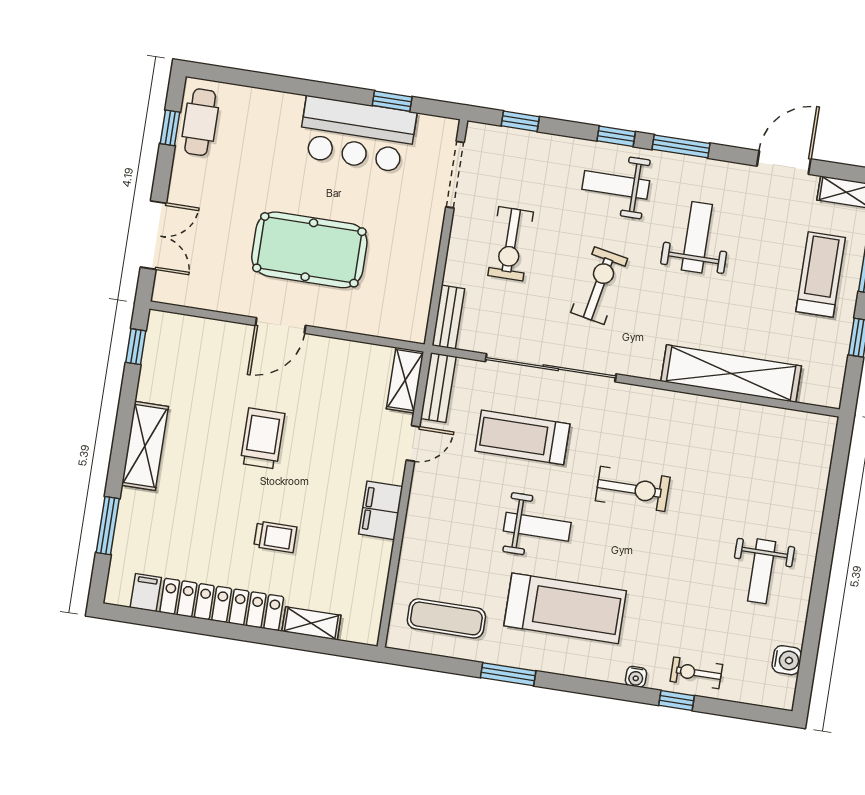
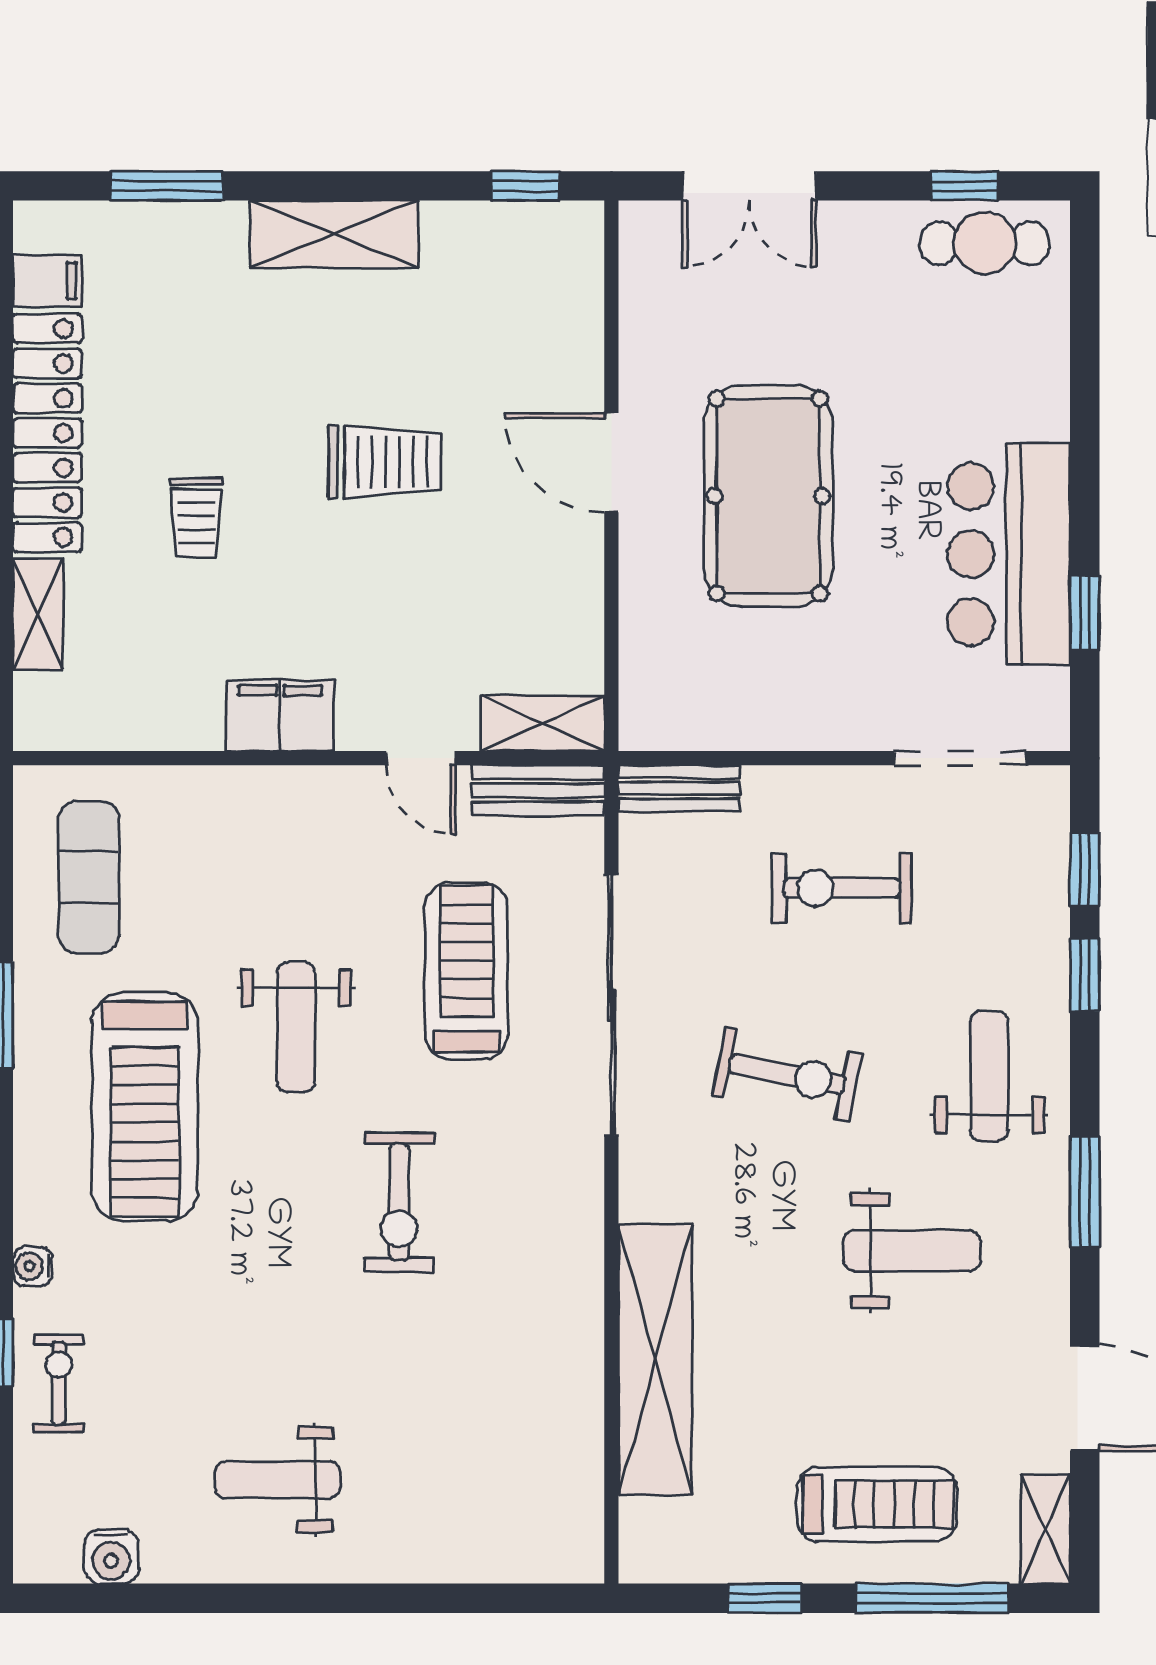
window: (616, 136) -> (1085, 975), moved

